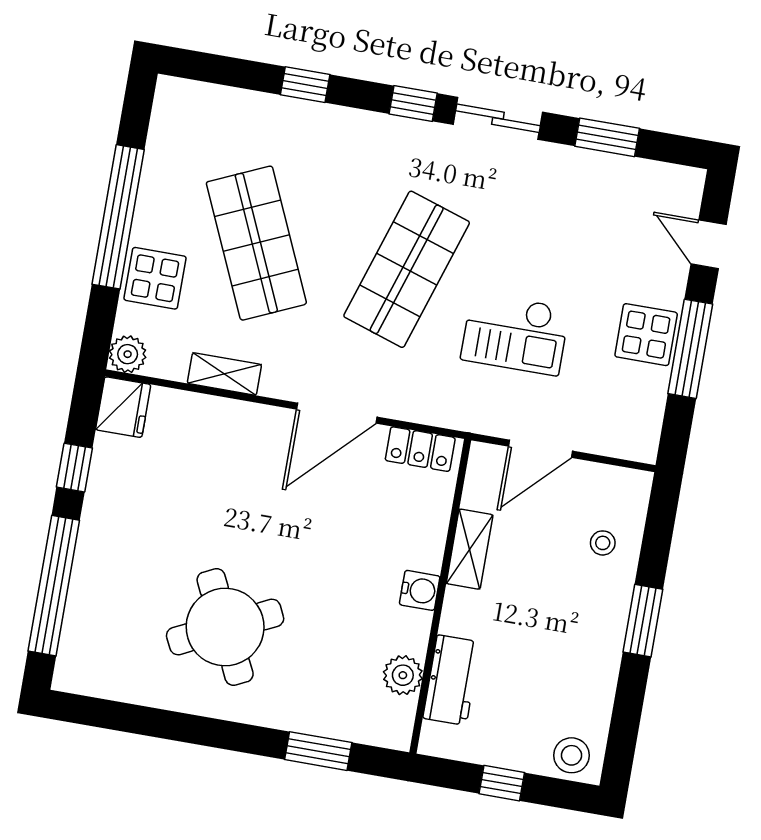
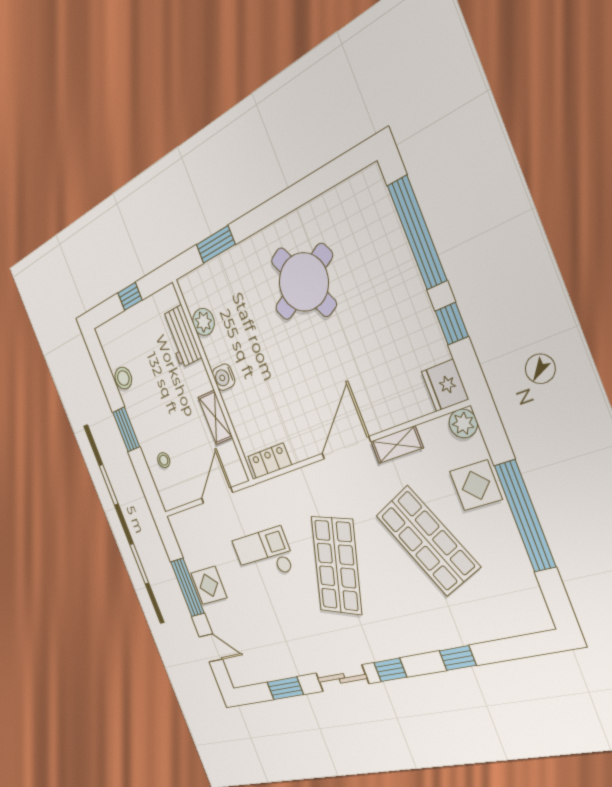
door: (337, 413) -> (346, 448), moved
stool: (571, 755) -> (123, 378), moved

